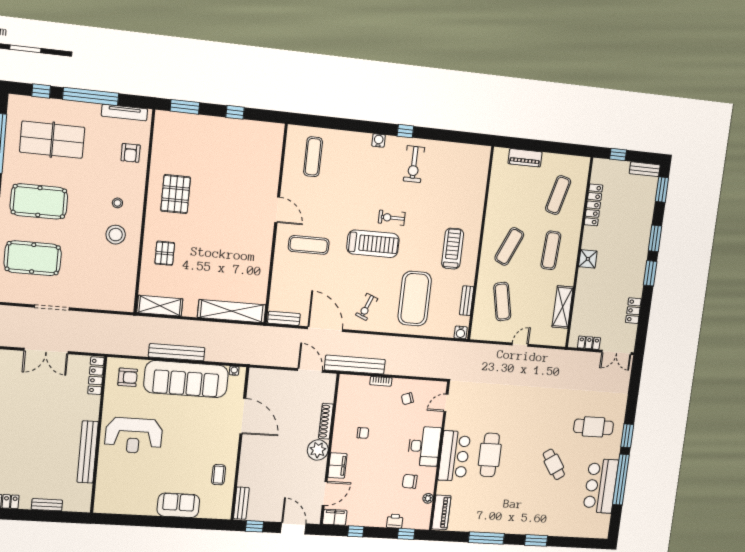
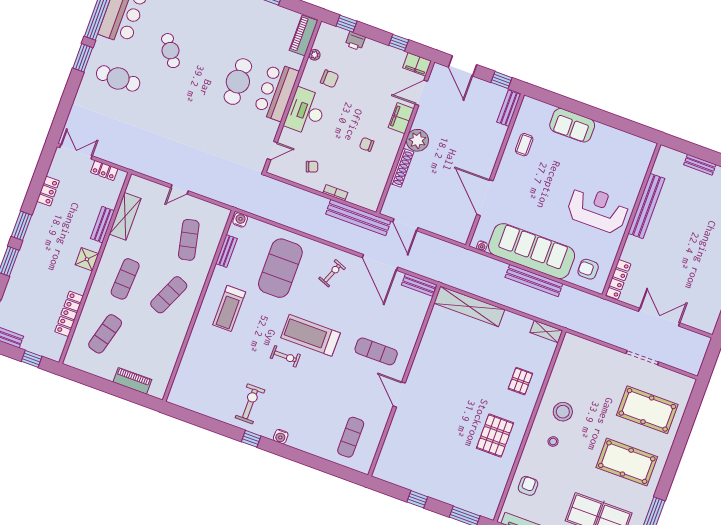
bench: (581, 294) -> (102, 225), added
shelving: (160, 306) -> (546, 331), width x0.67, depth x0.75

